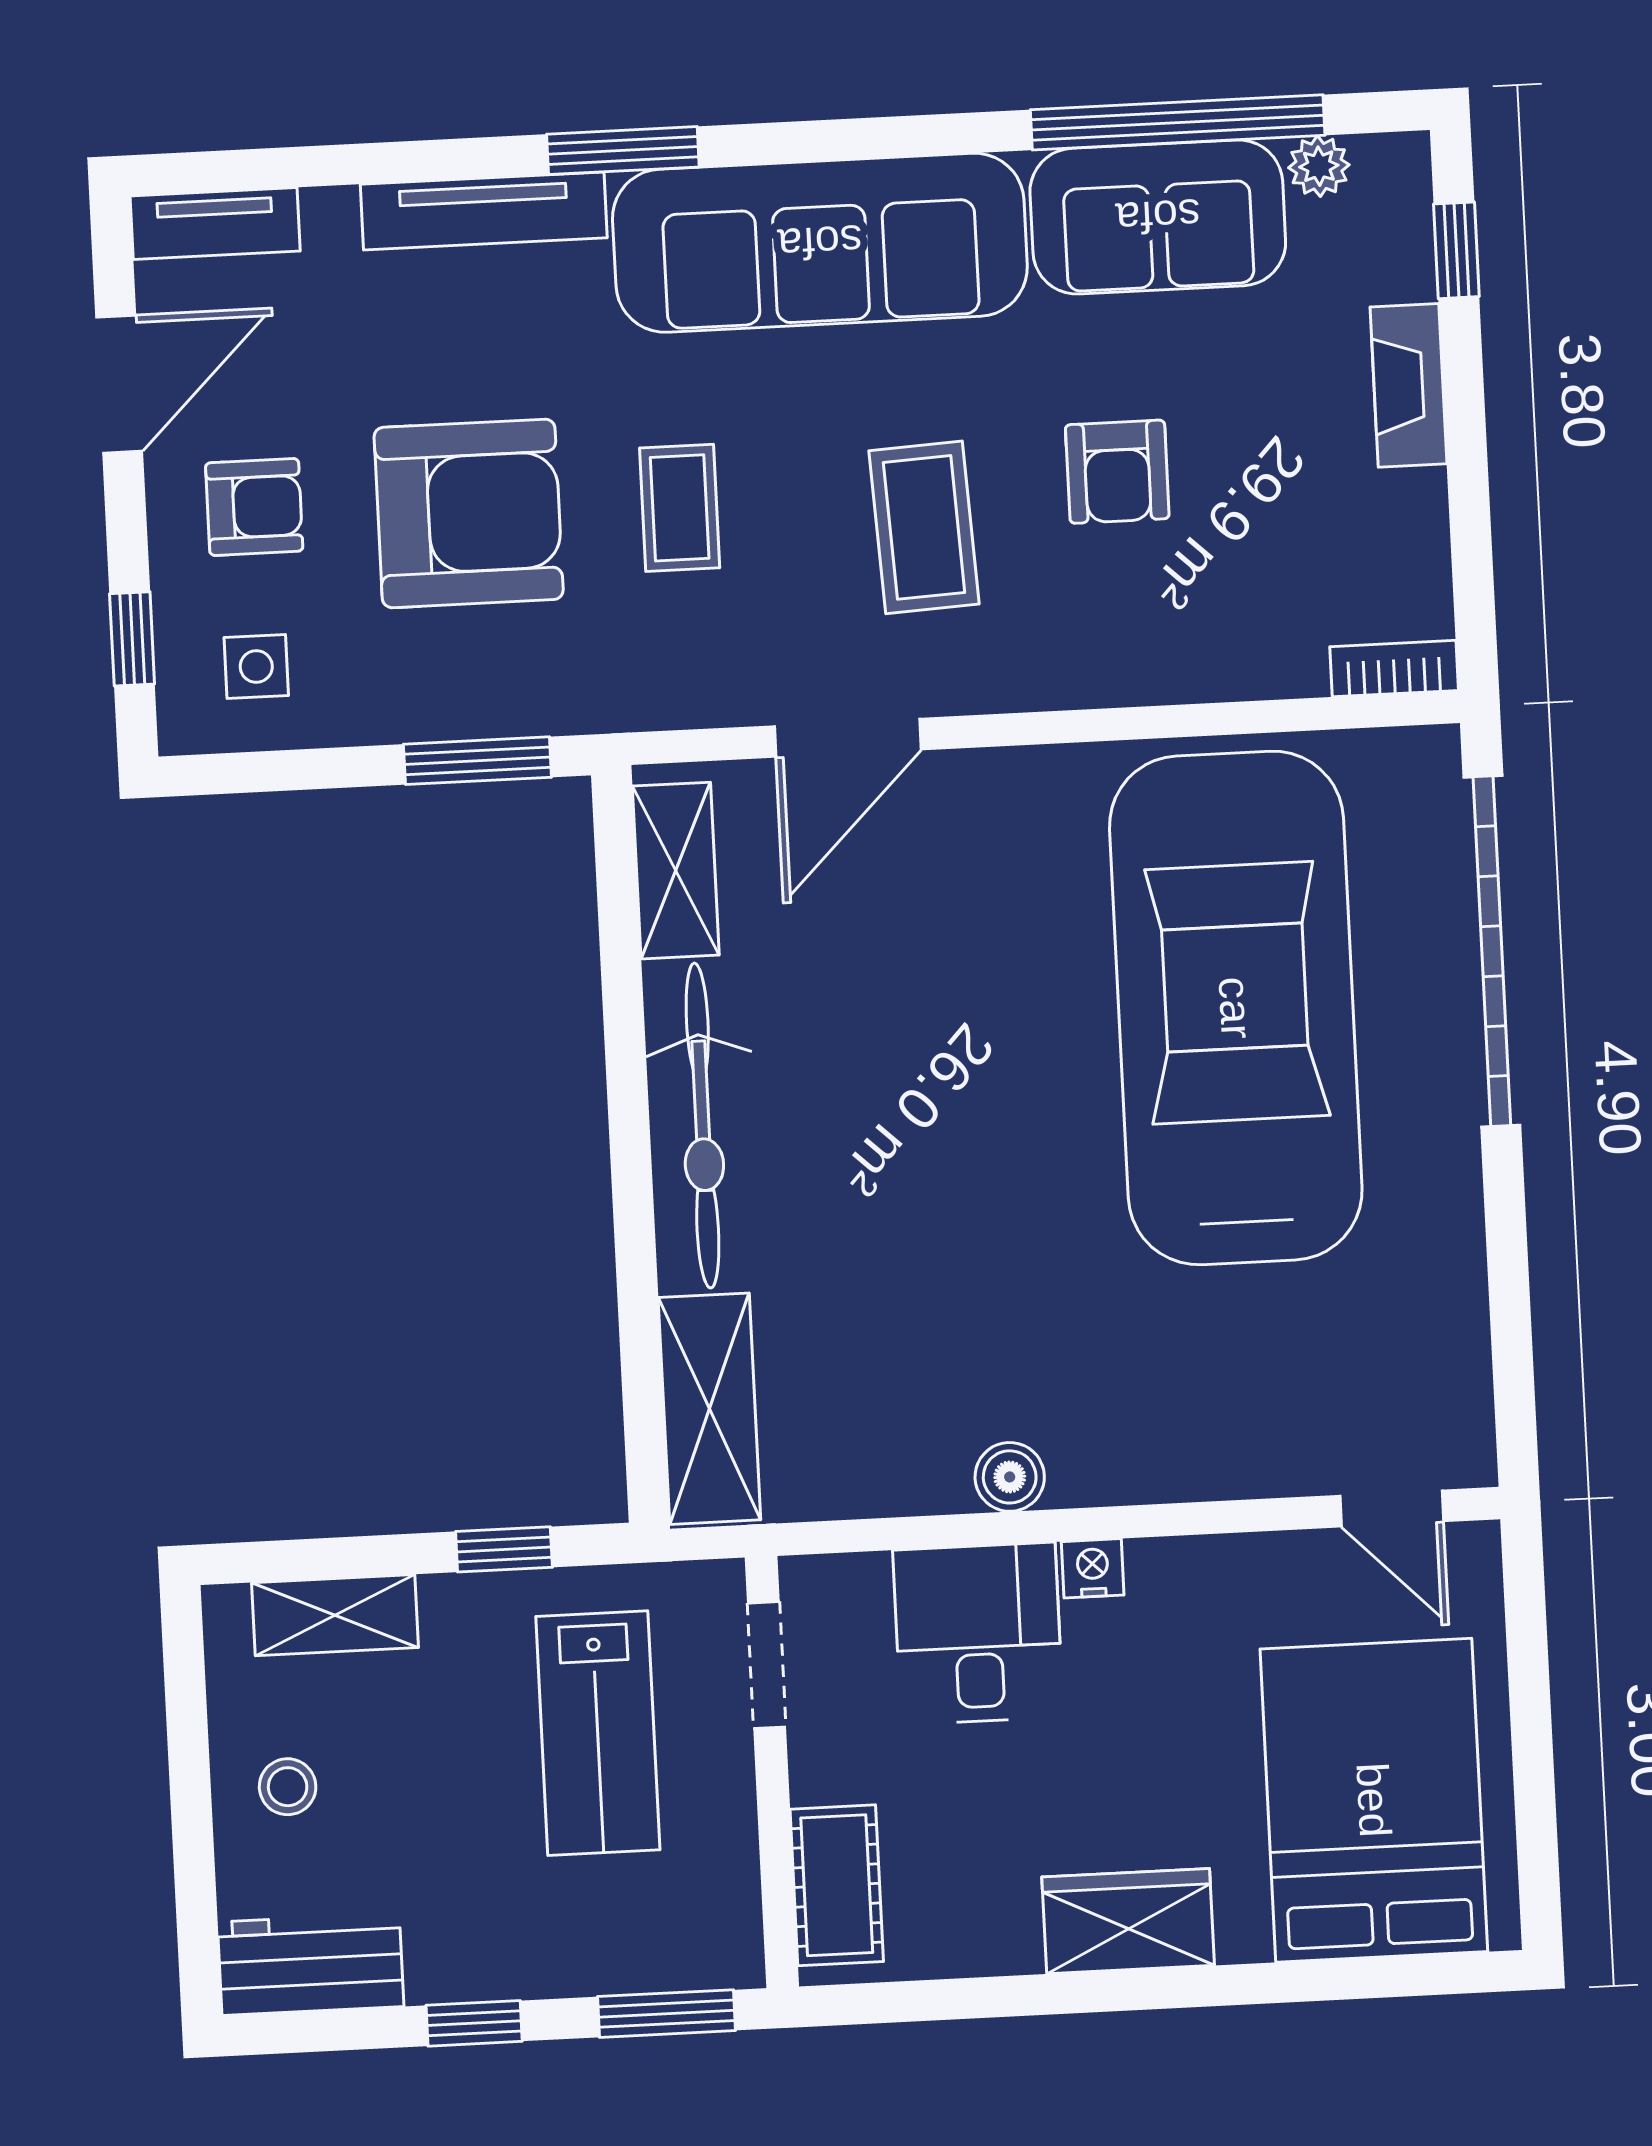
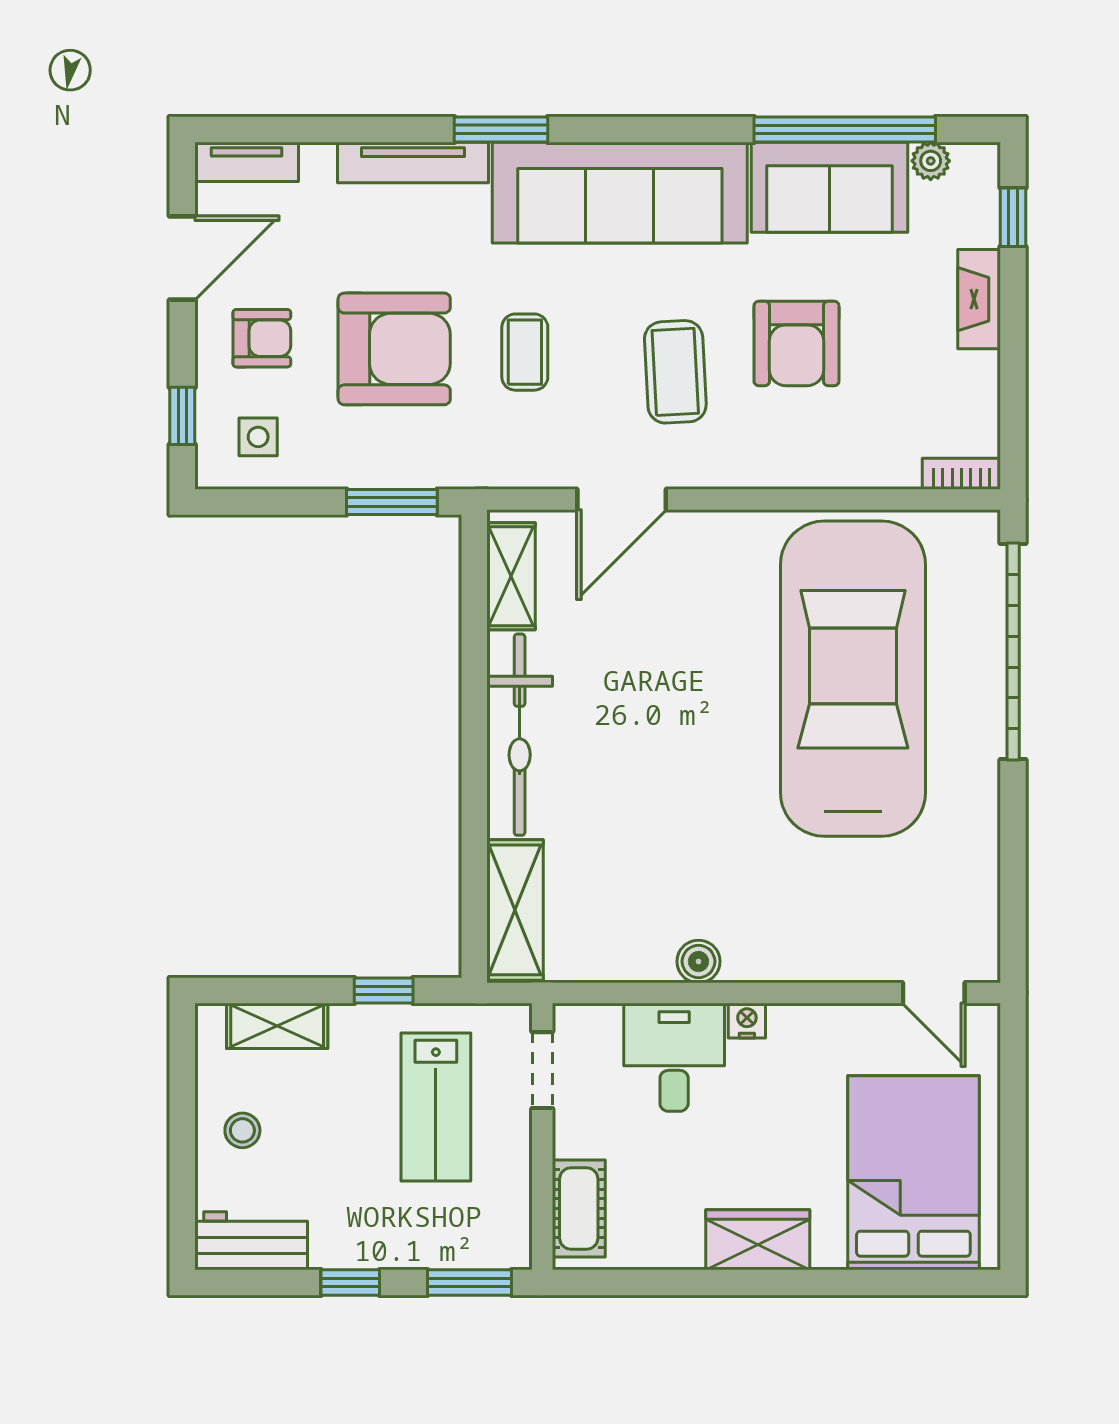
armchair: (1117, 472) -> (796, 343), width x1.38, depth x1.38

